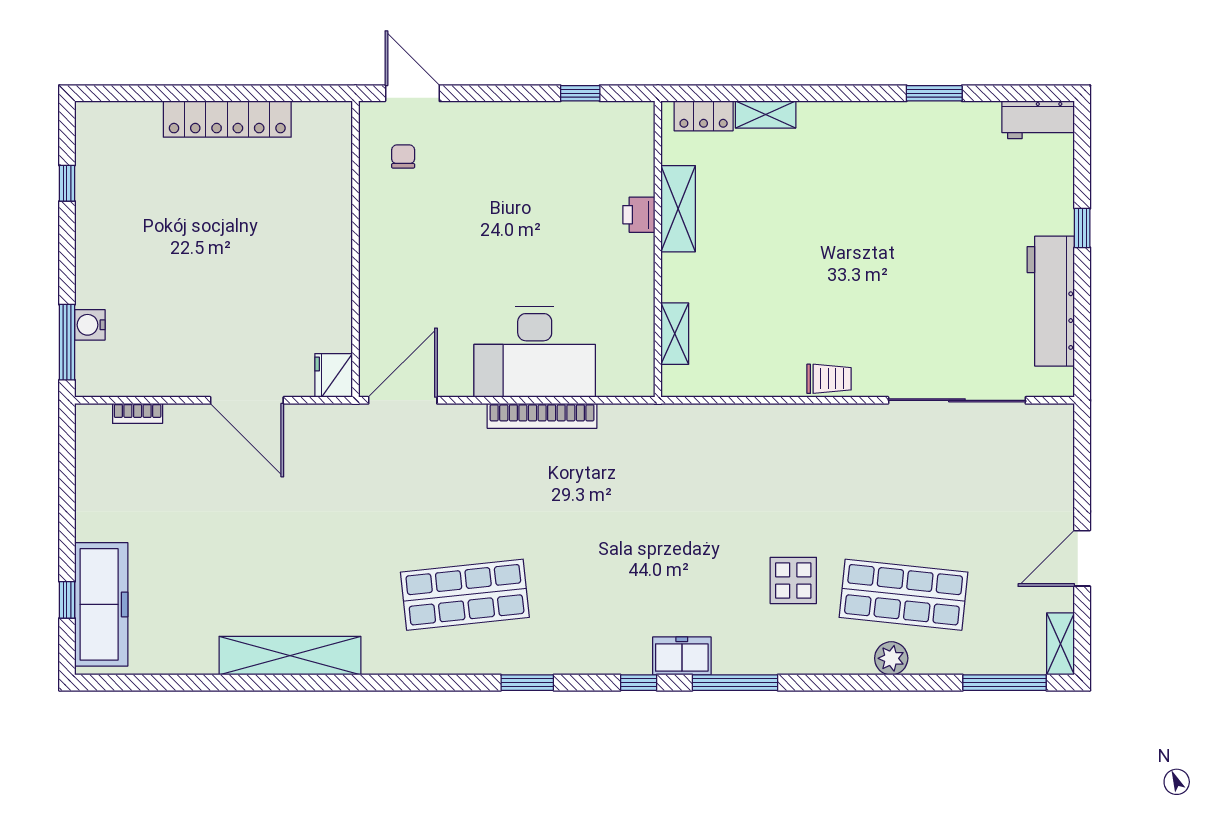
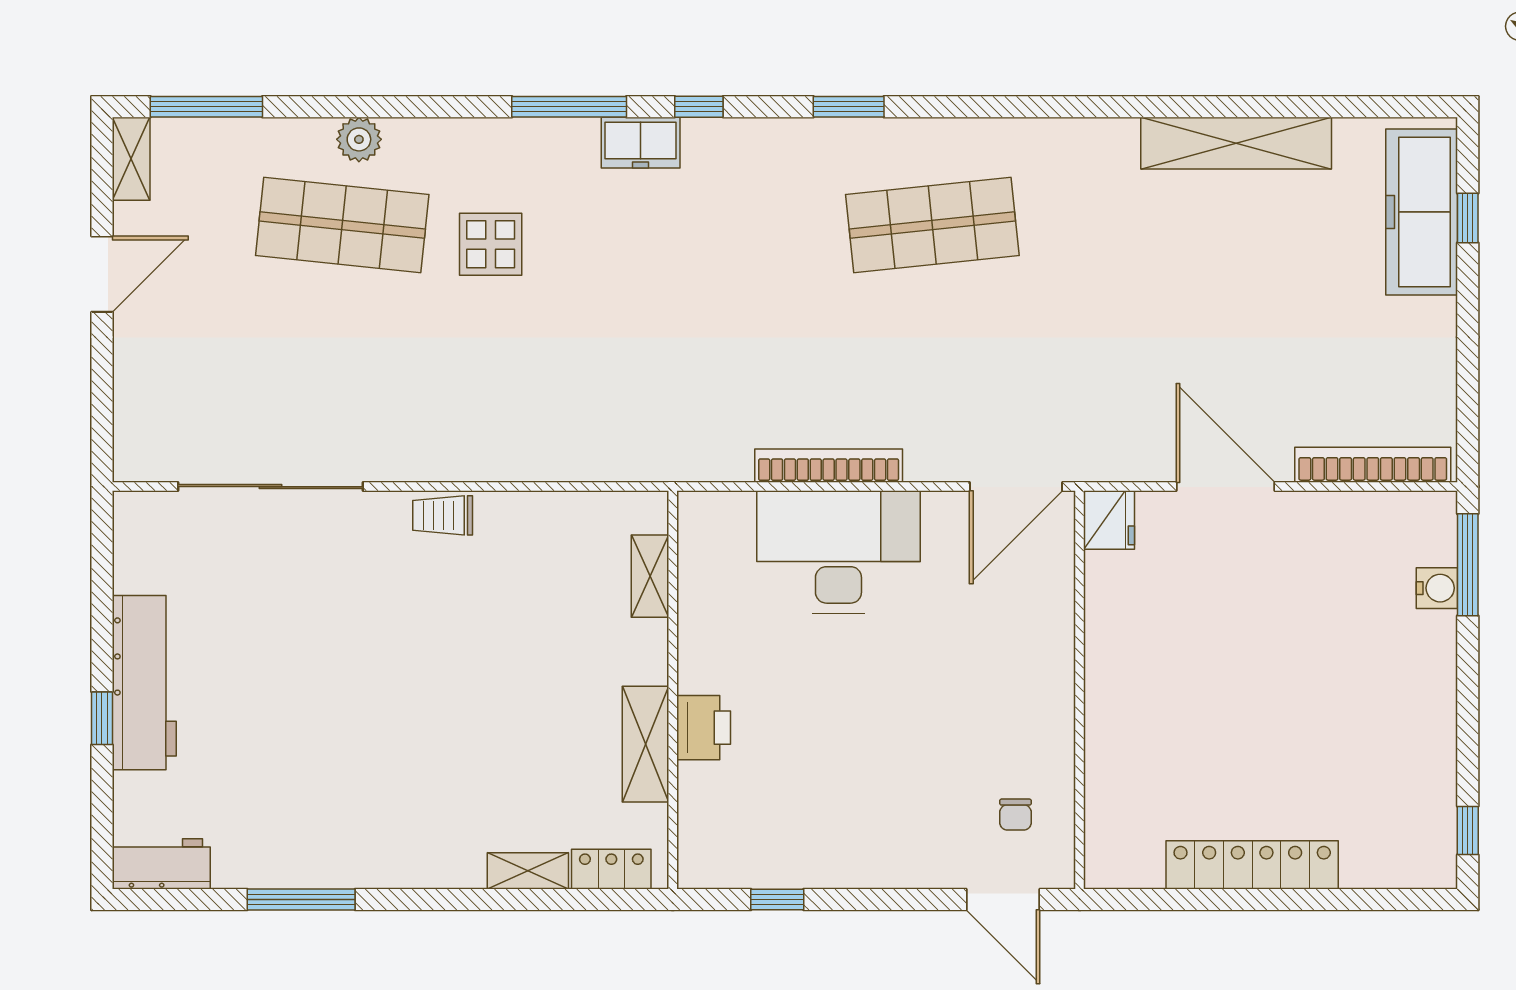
window: (934, 93) -> (301, 900), width x1.44
window: (67, 183) -> (1468, 831), moved
printer: (639, 215) -> (704, 728), width x1.36, depth x1.24
workbench: (1051, 301) -> (144, 683), moved
bookcase: (138, 413) -> (1373, 465), width x2.31, depth x1.31
shelving: (290, 656) -> (1236, 143), moved

